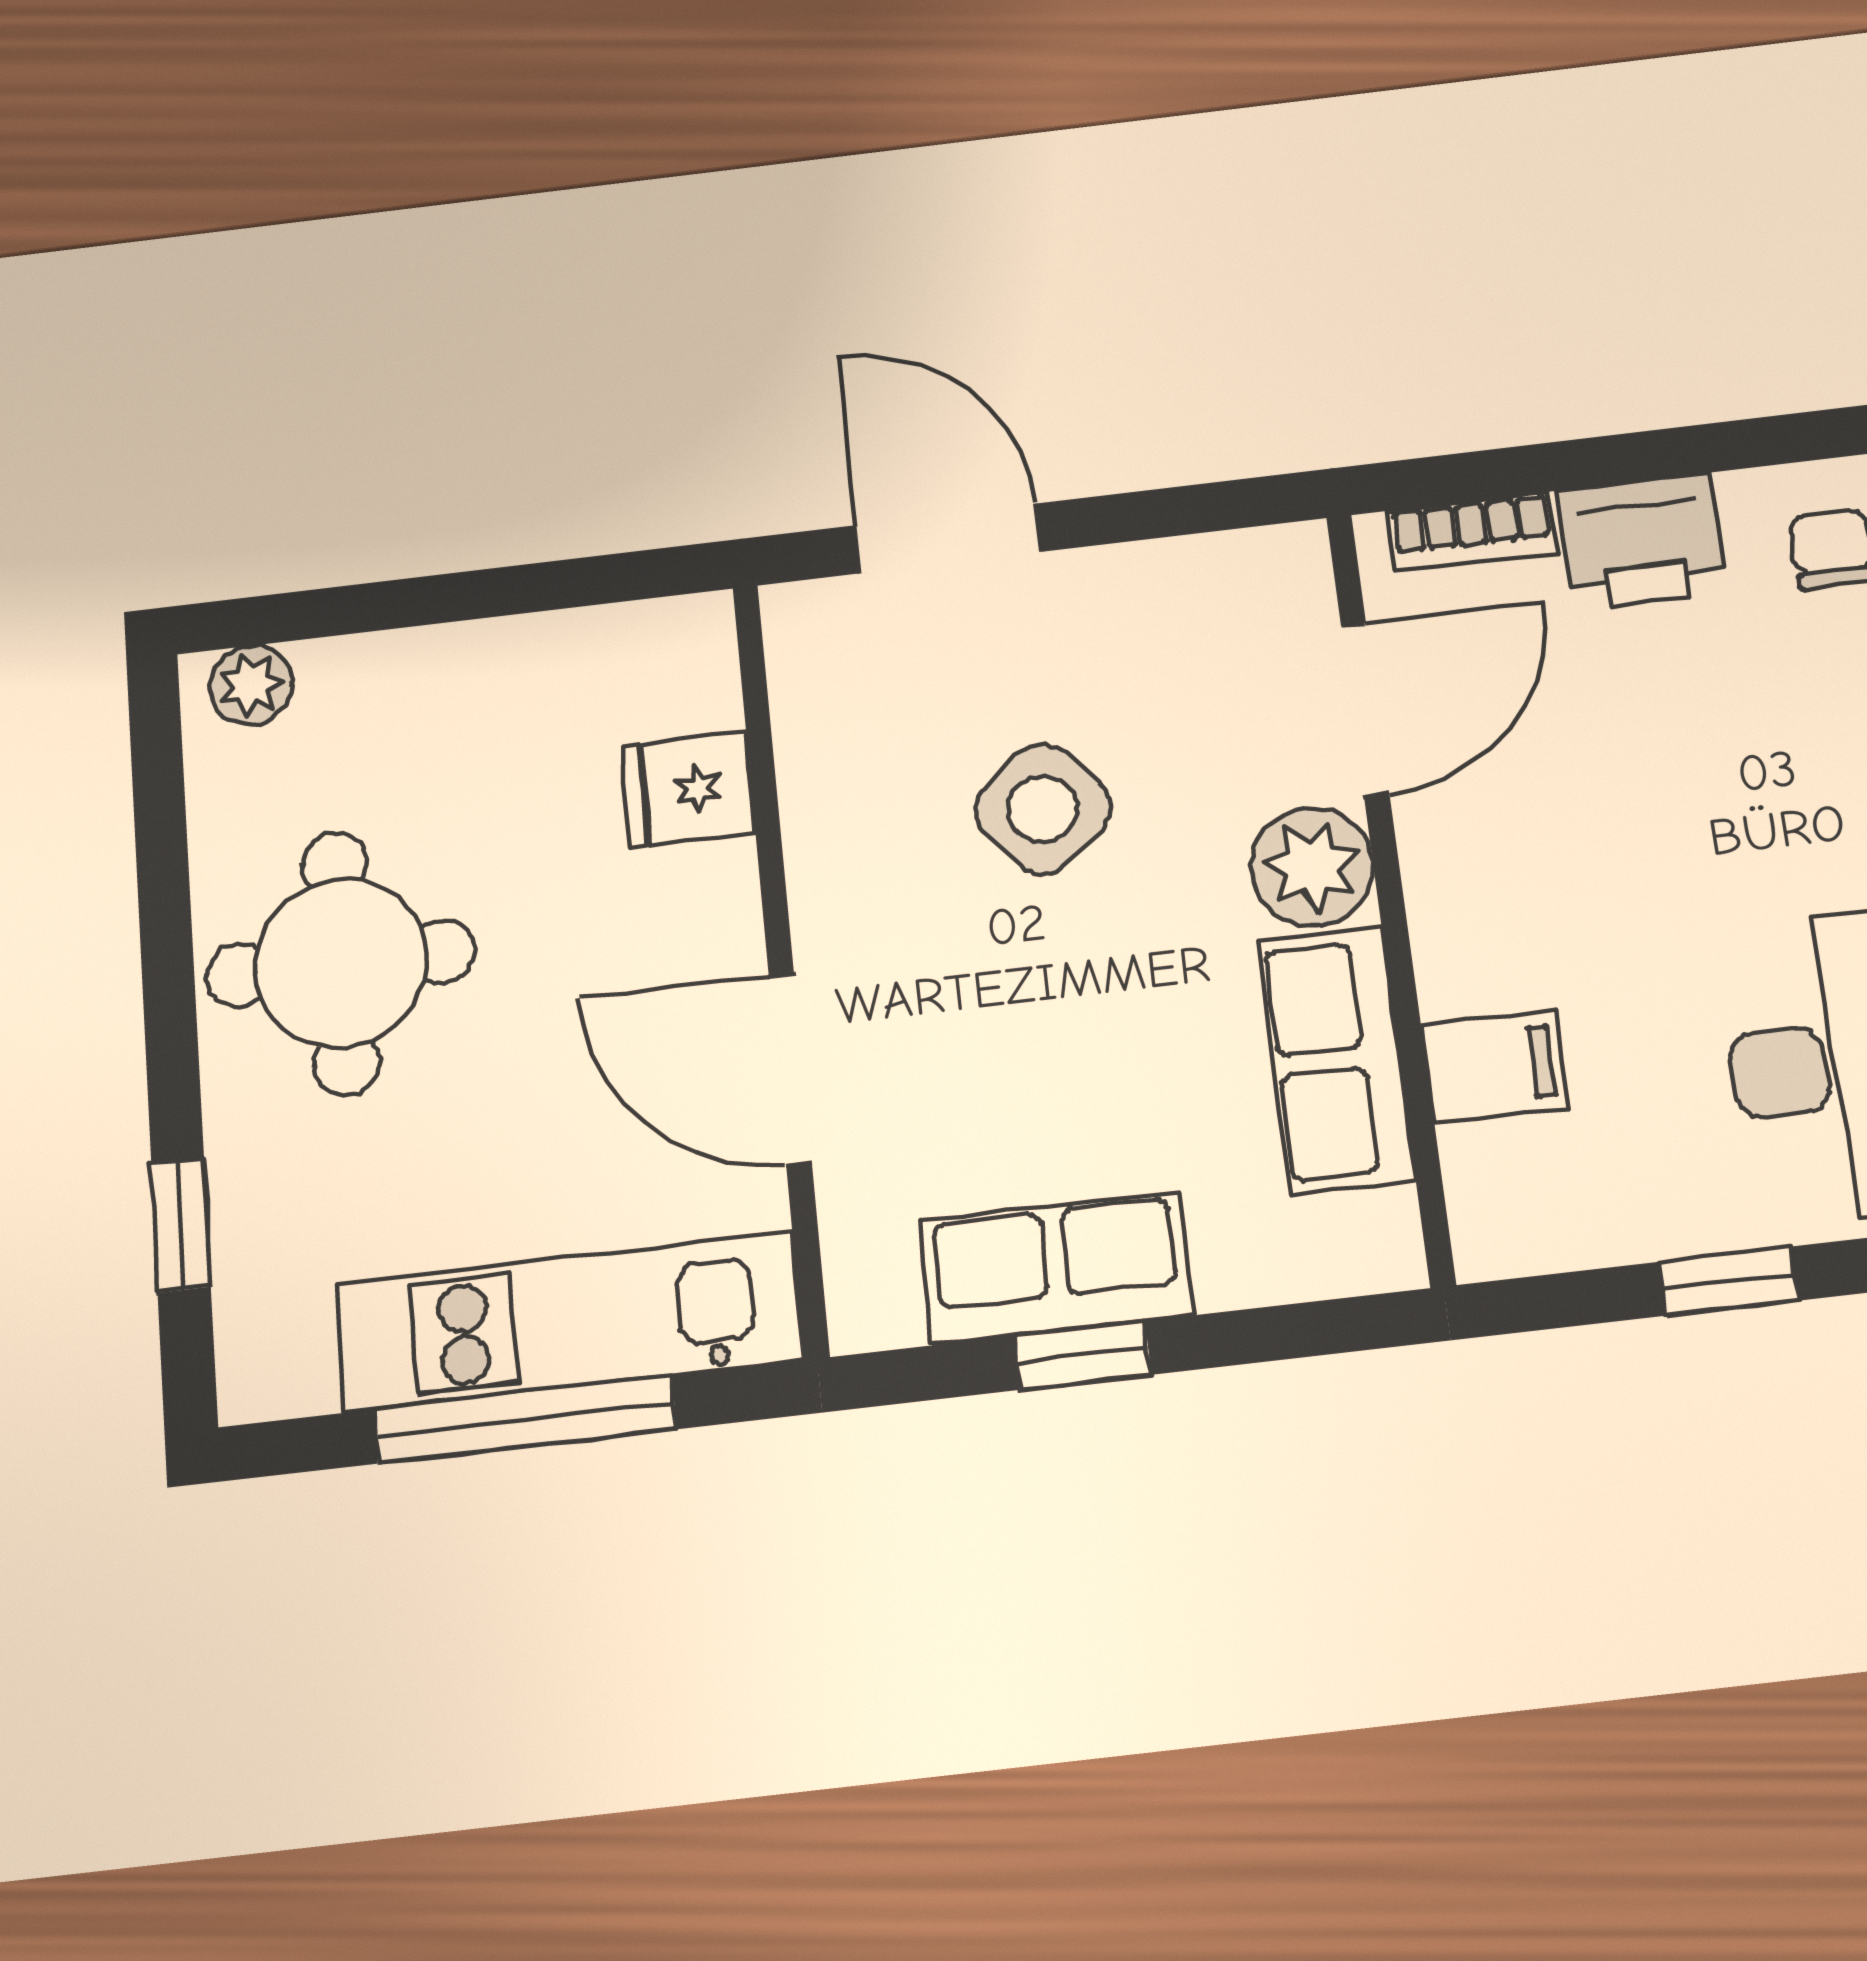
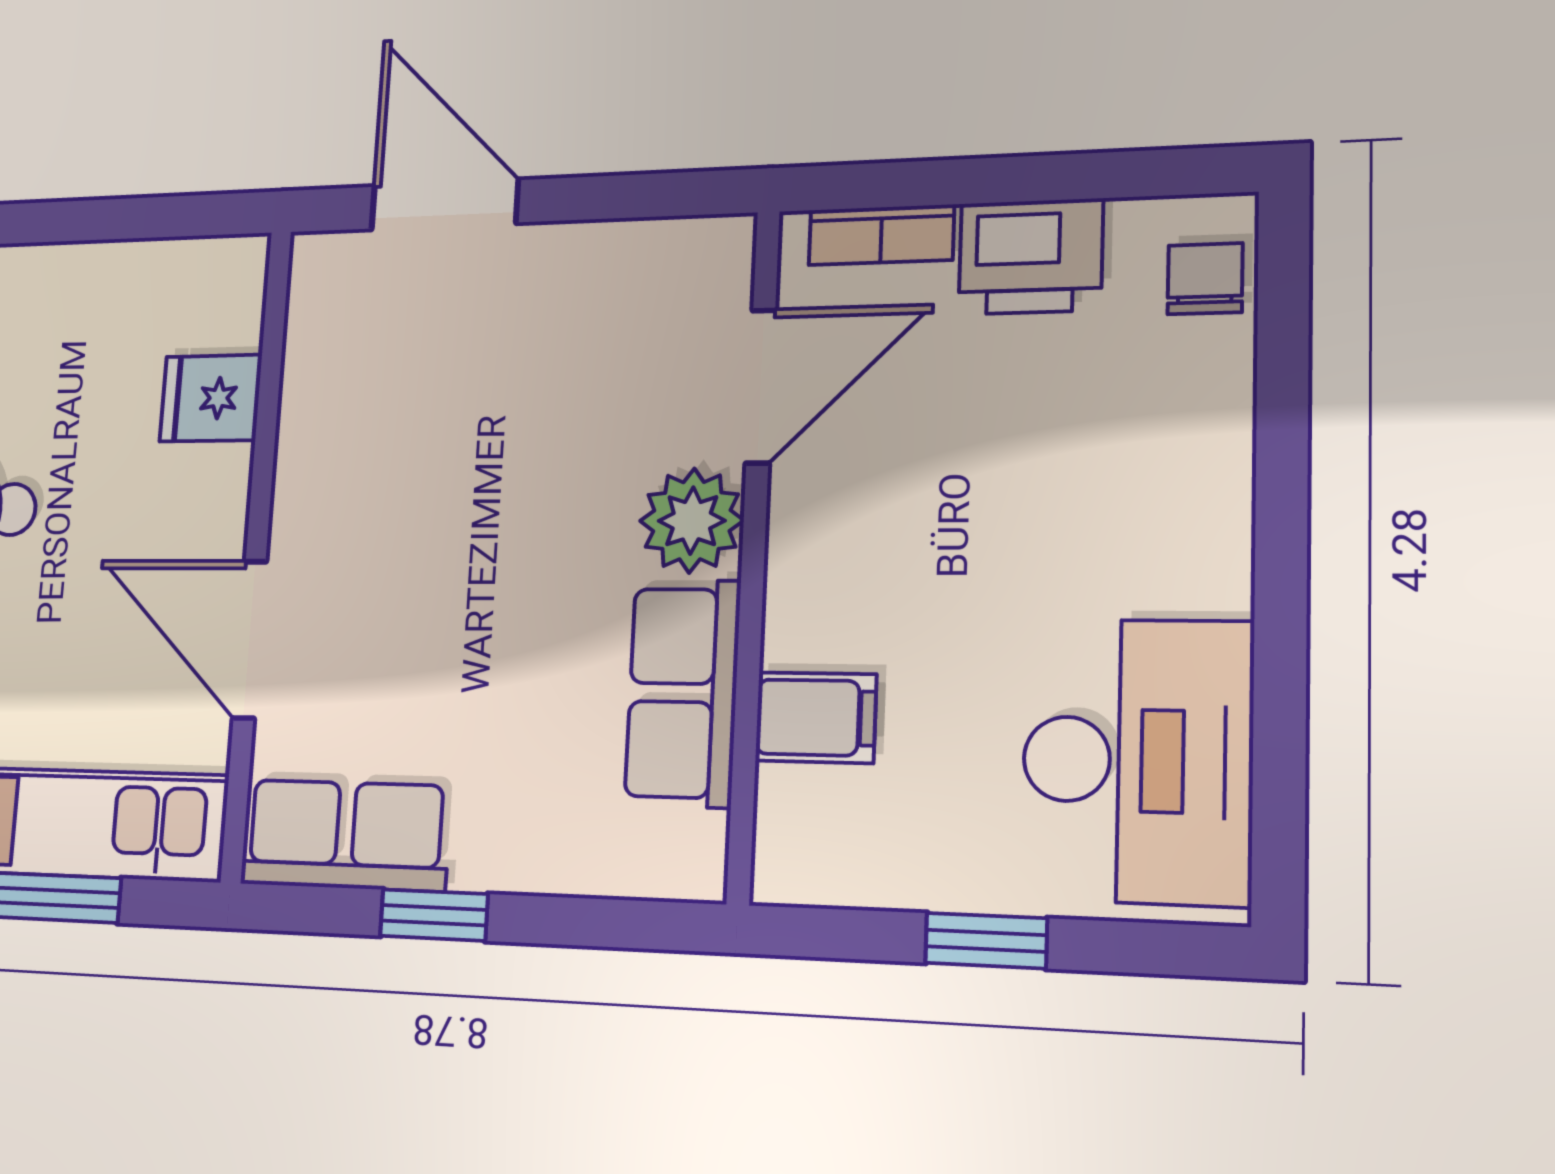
side table: (1043, 809) -> (481, 445), removed
row of seats: (1056, 1268) -> (345, 835), moved

